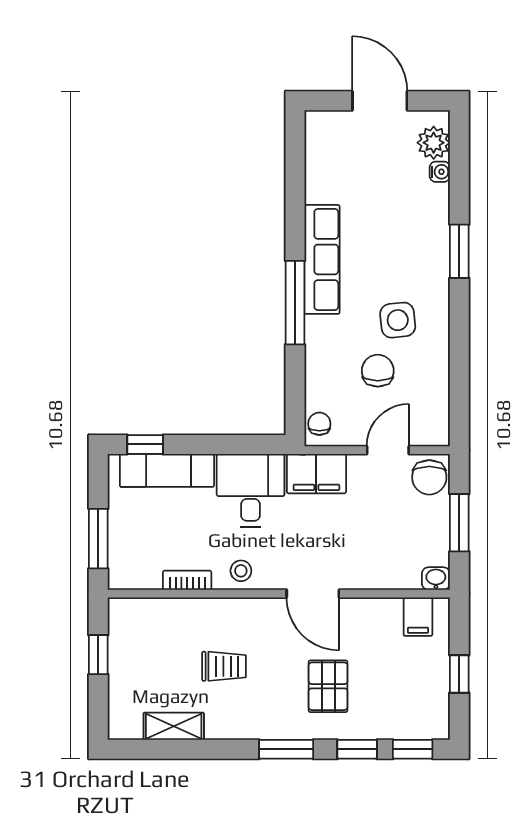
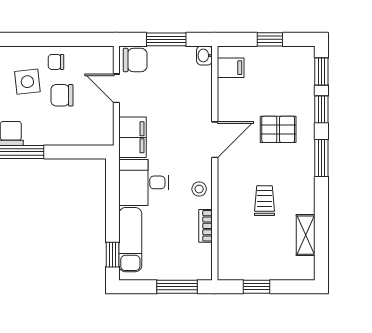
chair: (319, 424) -> (56, 62), moved

